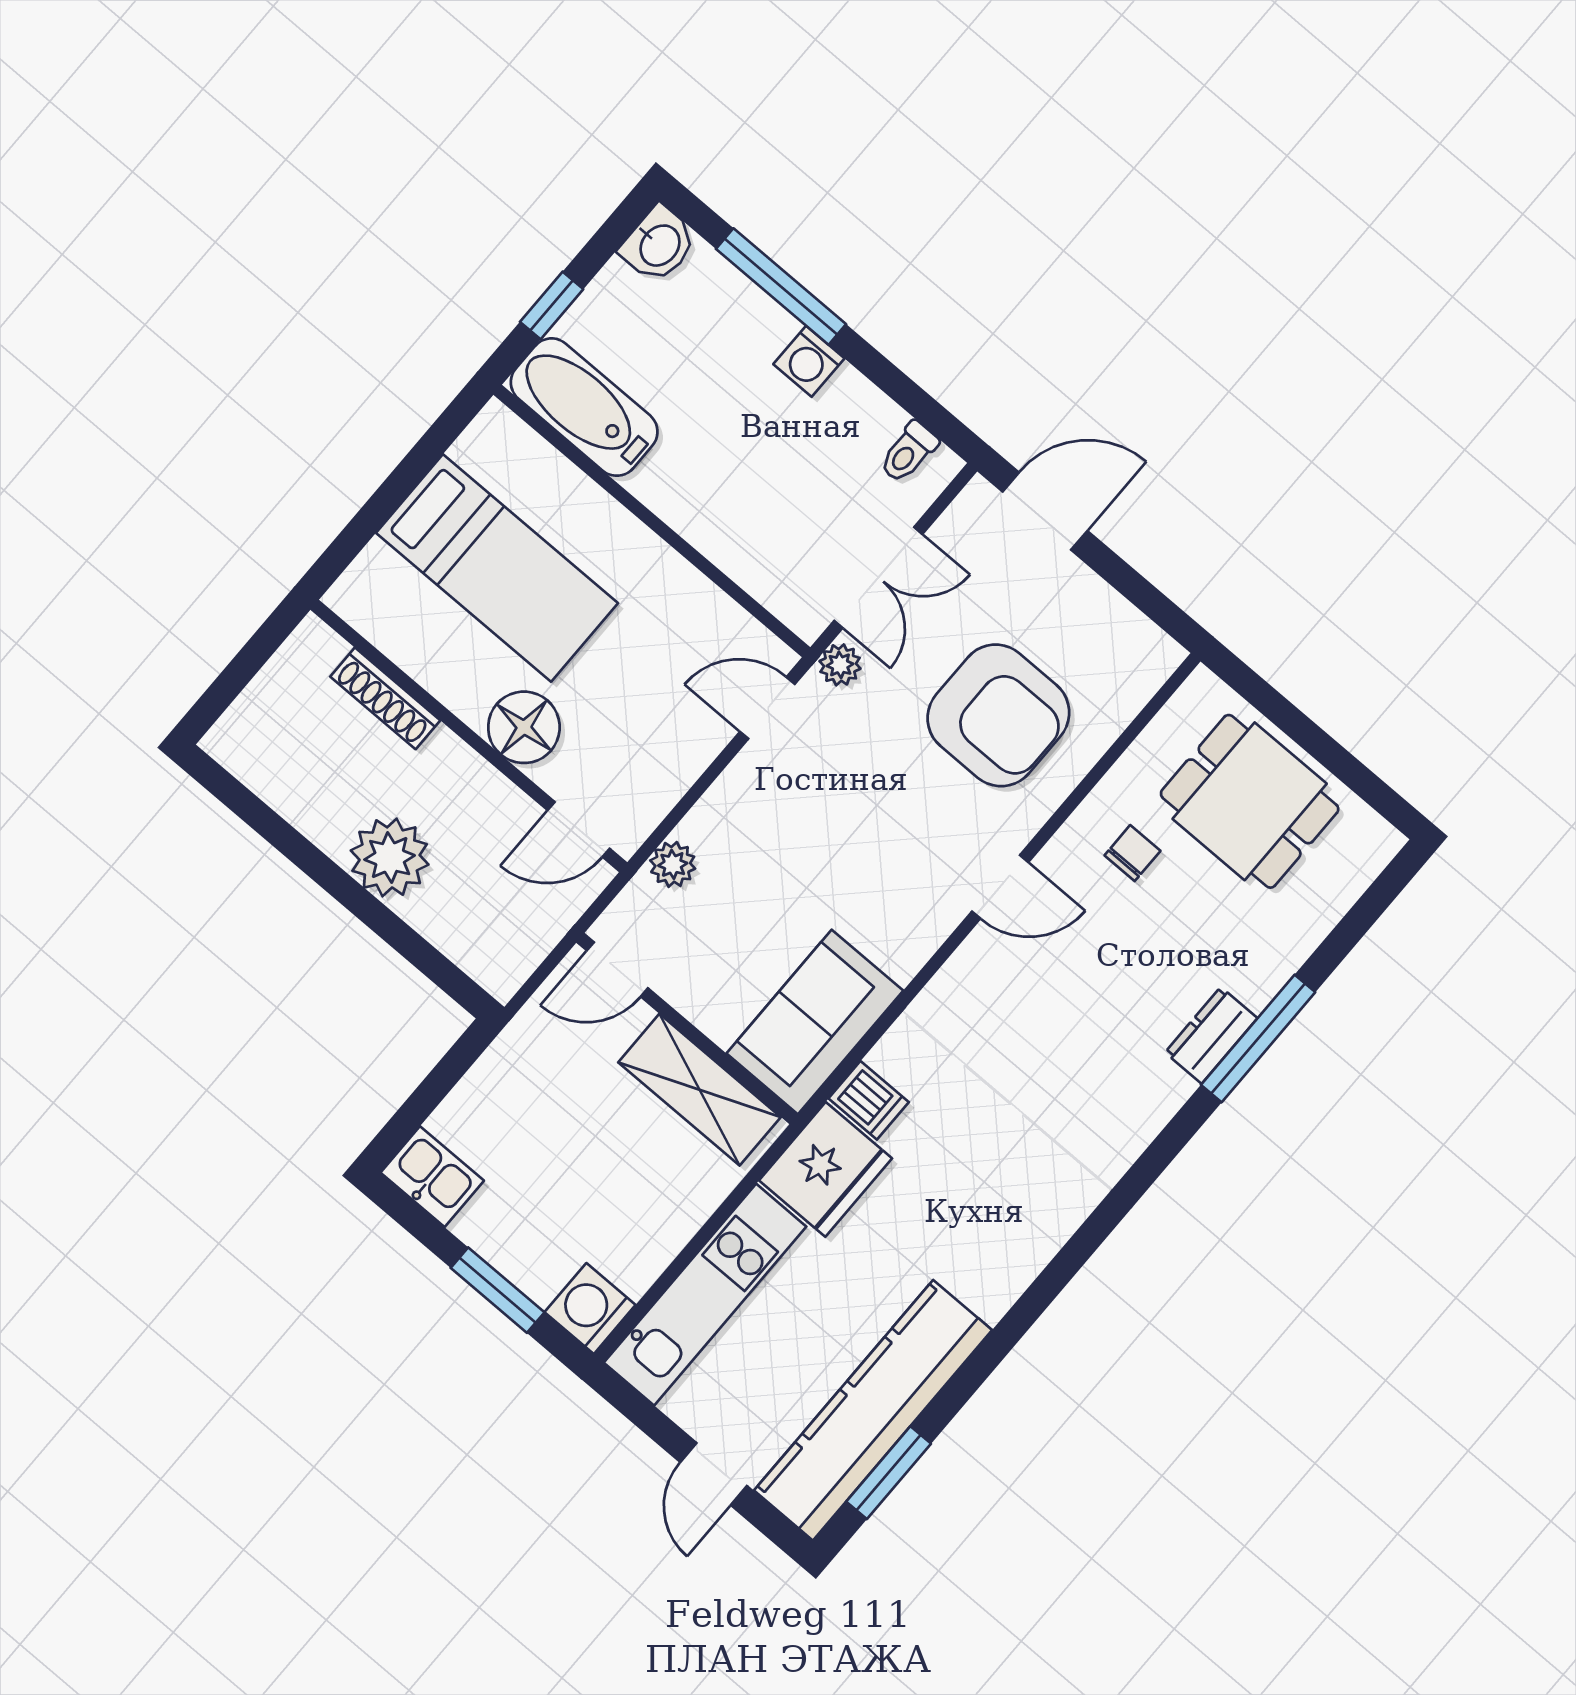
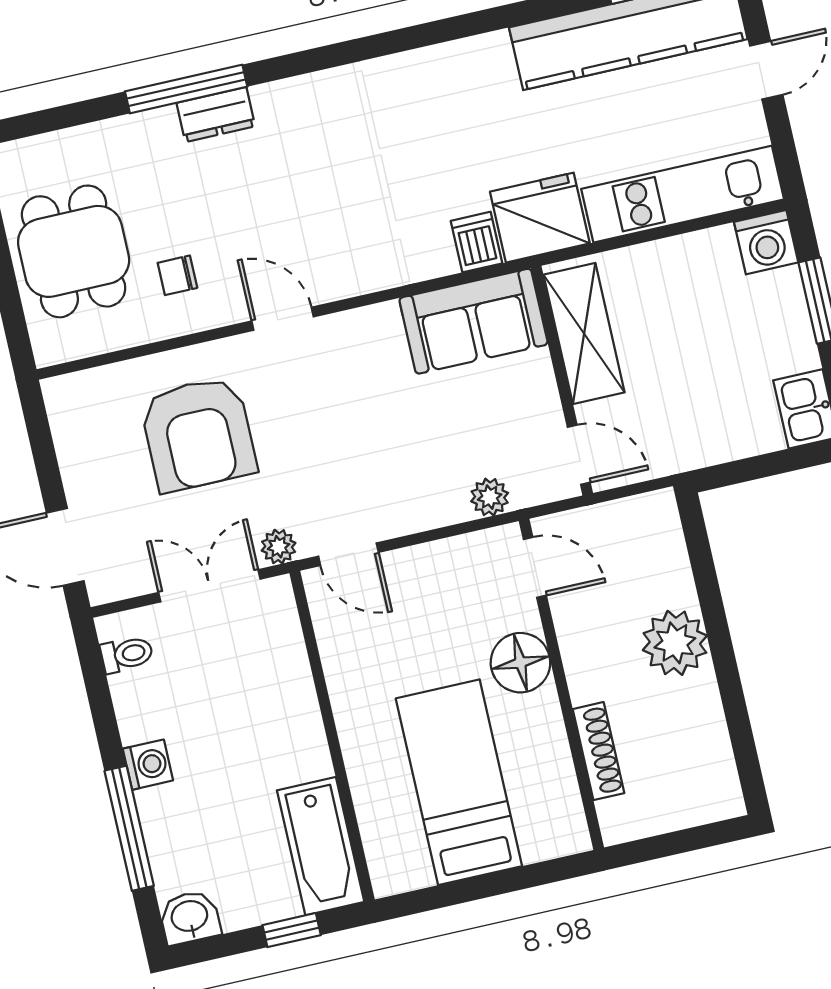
armchair: (998, 715) -> (198, 434), turned 180

